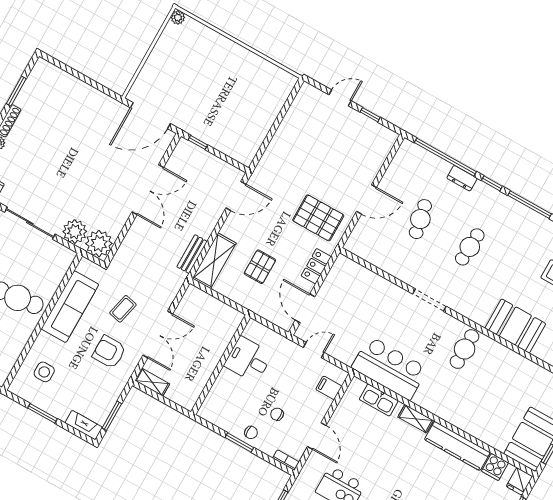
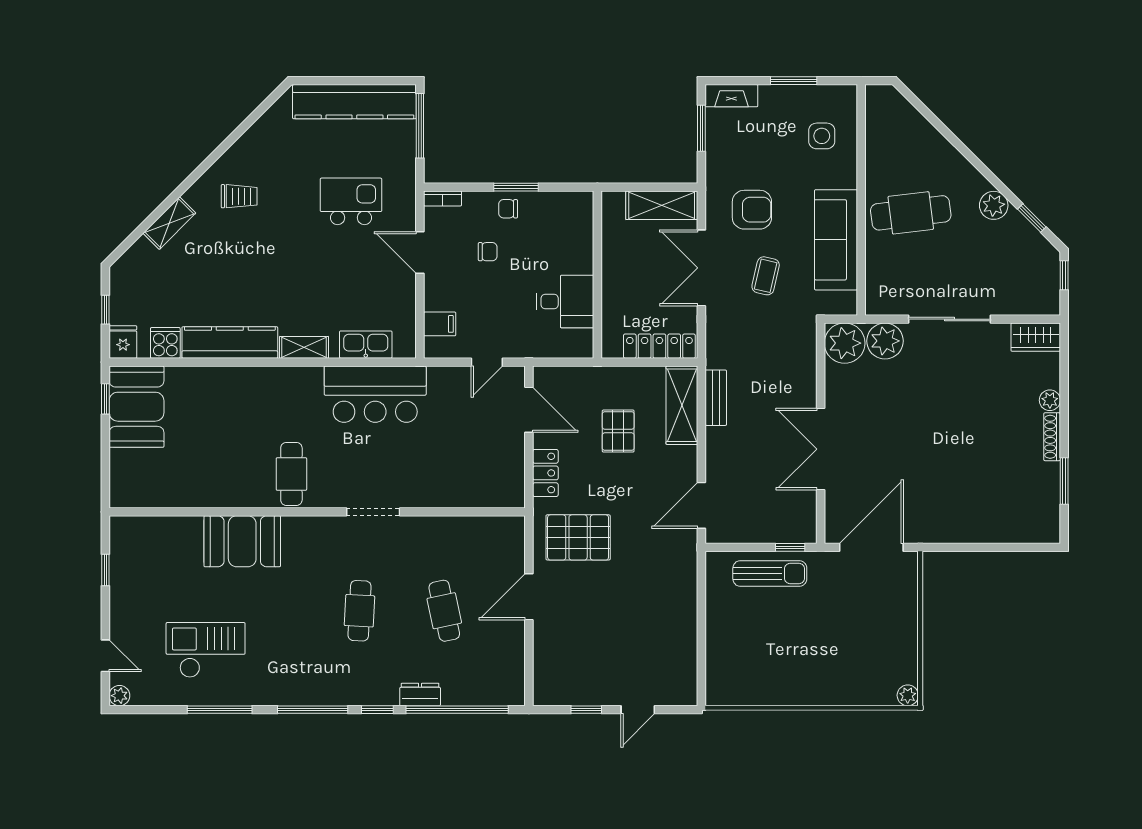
sun lounger: (218, 134) -> (770, 574), added
locker: (208, 303) -> (659, 346), added
shelving: (152, 382) -> (662, 205), width x1.50, depth x1.33

